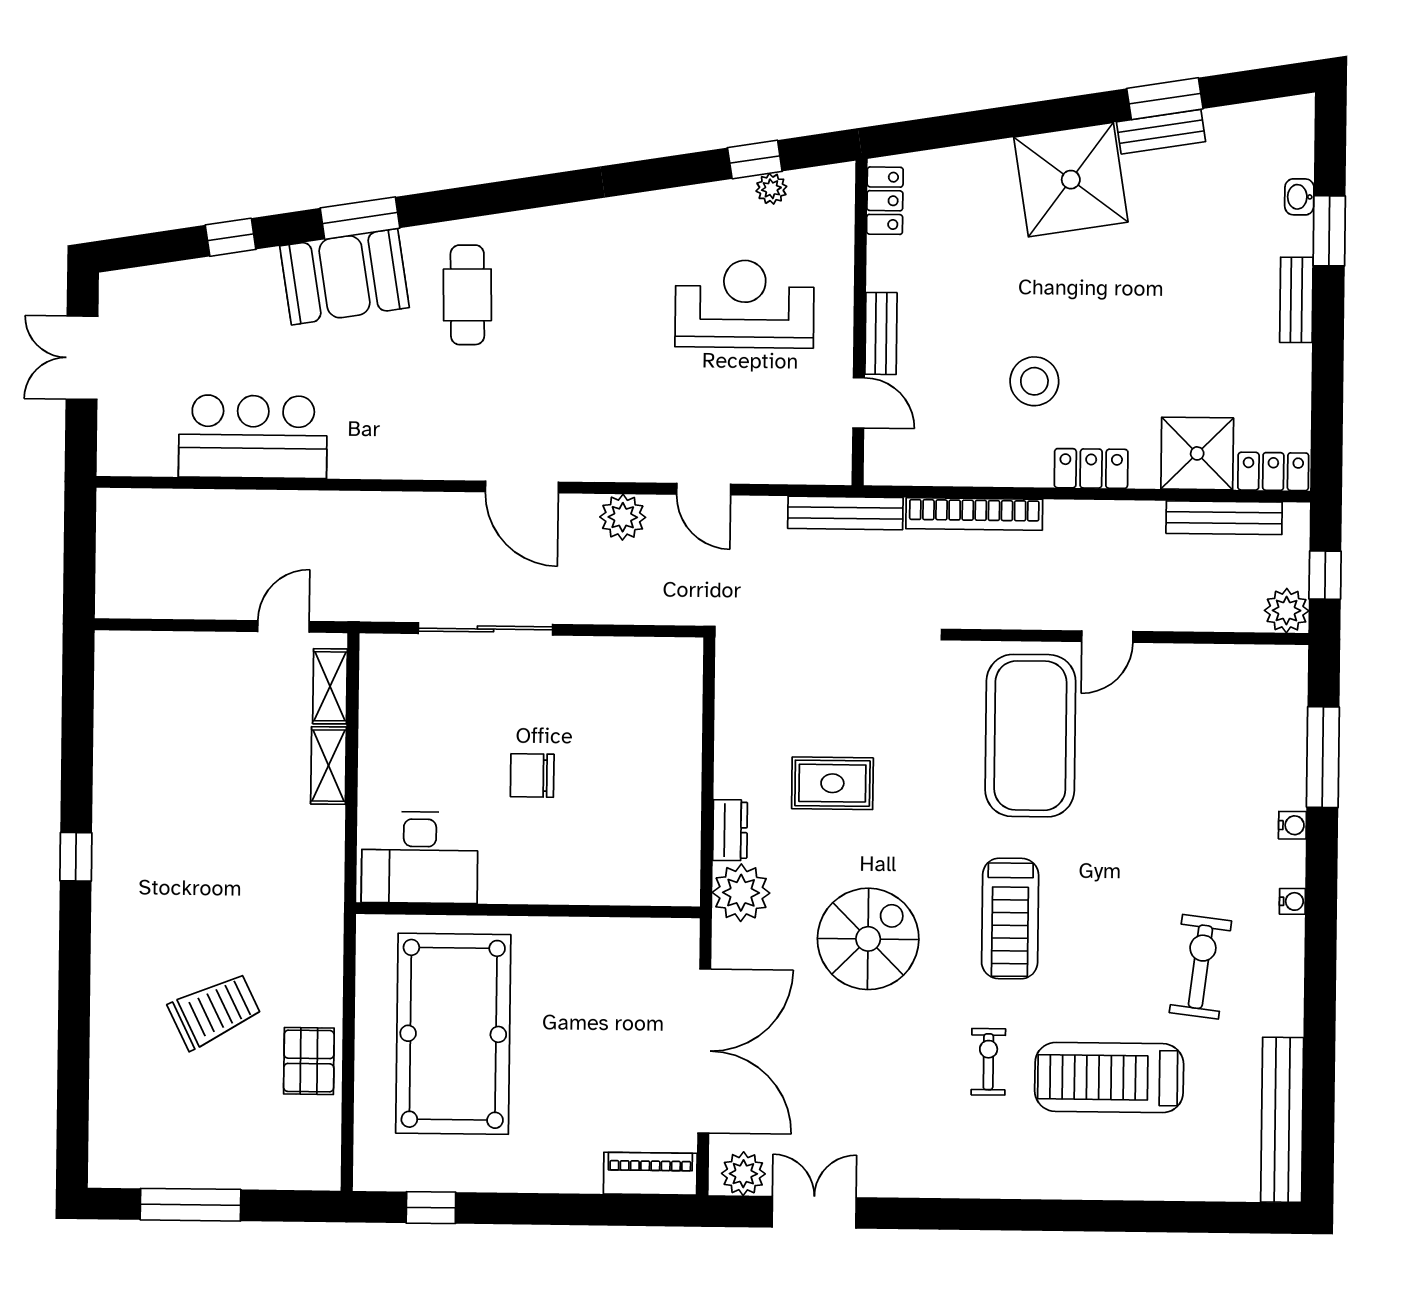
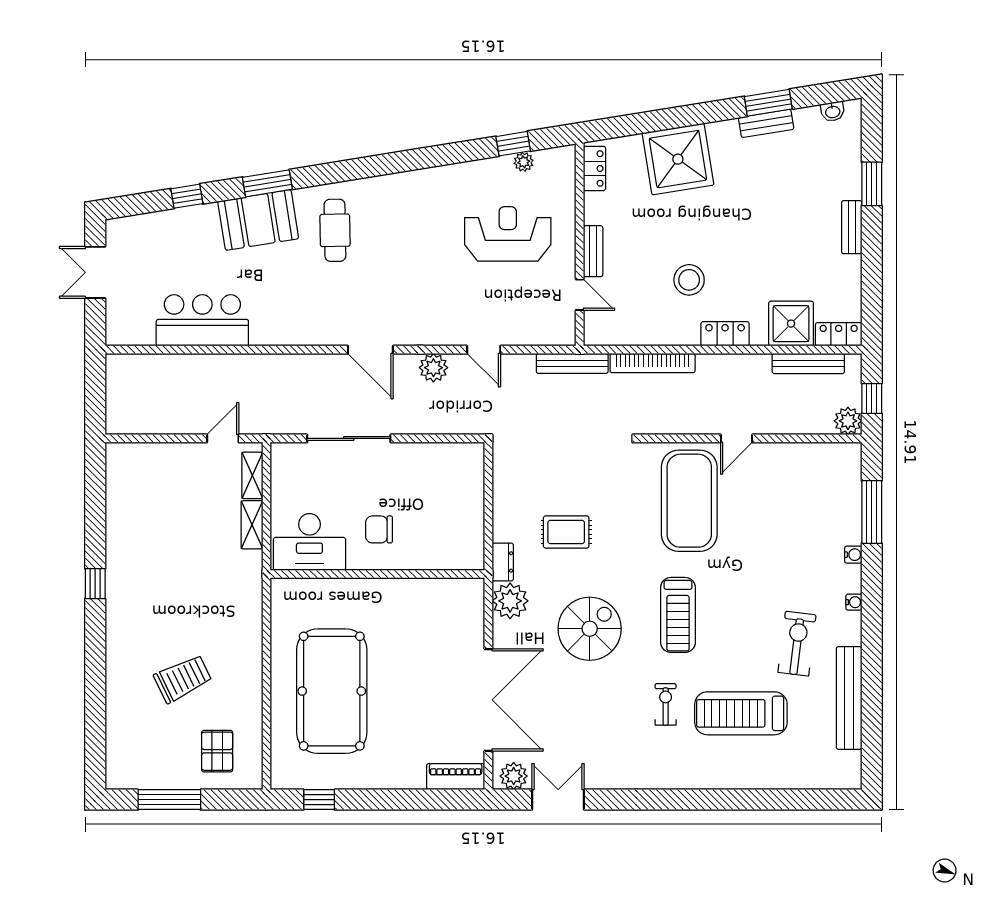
shower: (1071, 180) -> (678, 159), moved
washbasin: (1299, 197) -> (833, 112), moved, turned -99
desk: (420, 857) -> (309, 542), moved
wall: (528, 910) -> (377, 574), moved
pallet: (309, 1061) -> (217, 751), moved
bench: (1282, 1120) -> (849, 698), moved

